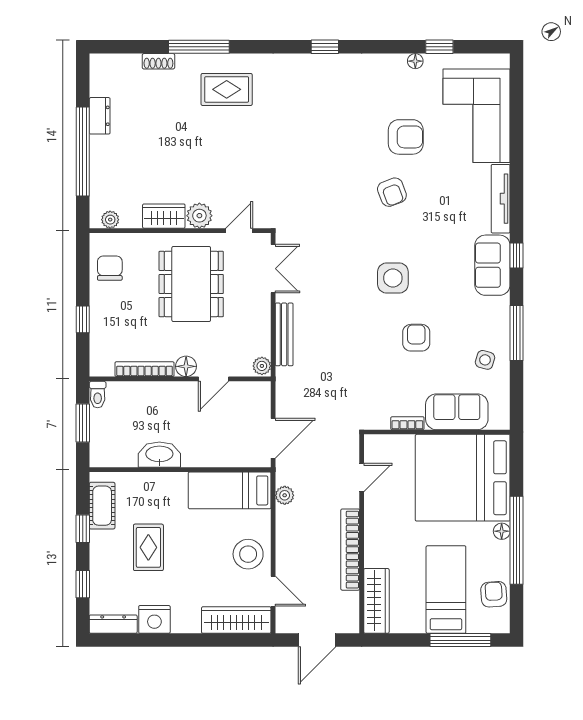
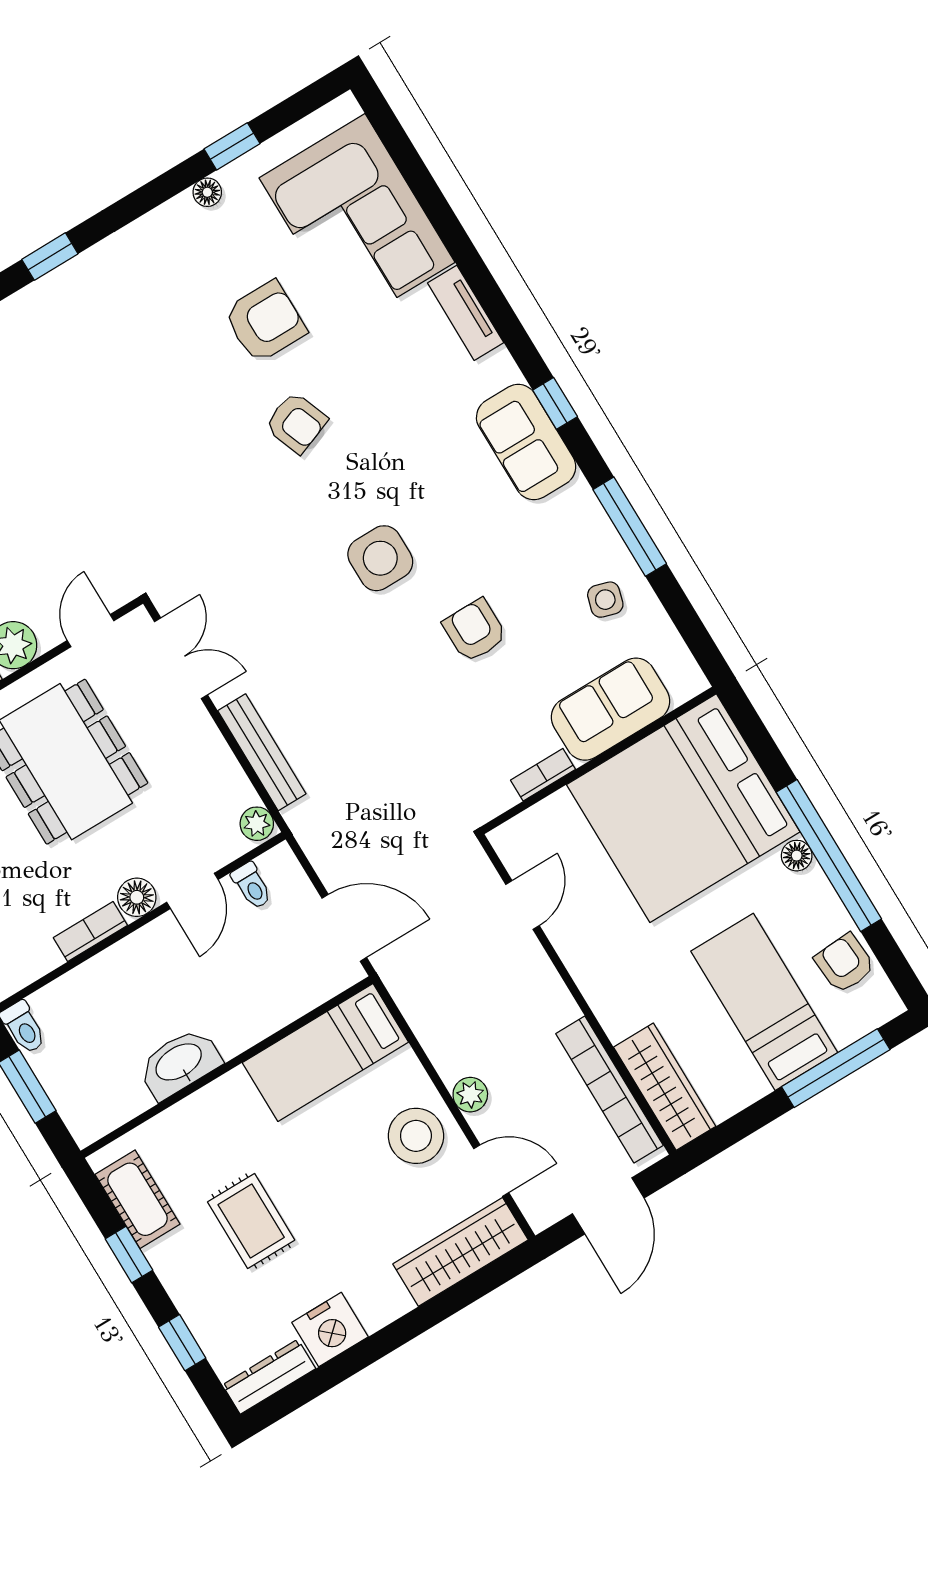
tv unit: (501, 199) -> (466, 313), width x0.71
bookcase: (145, 369) -> (90, 932), width x0.64
toilet: (242, 393) -> (252, 886), added
door: (273, 438) -> (344, 928), hinge flipped
plant: (285, 495) -> (470, 1095), moved
bookcase: (350, 550) -> (609, 1090), moved

